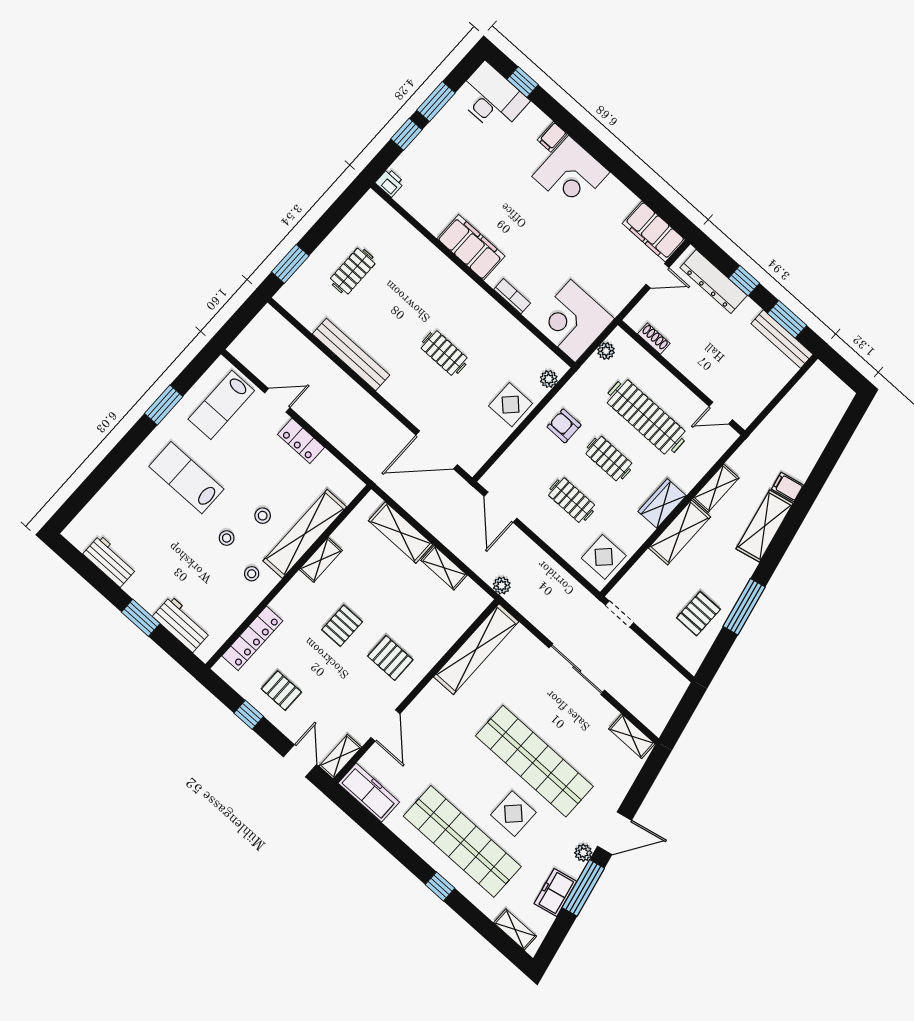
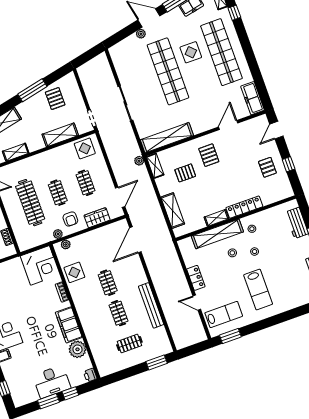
desk: (492, 98) -> (52, 382), moved, turned -90
plant: (434, 214) -> (77, 349), added
clothes rail: (398, 312) -> (119, 313), added
plant: (606, 351) -> (58, 234), moved
window: (164, 405) -> (230, 336), moved
display table: (511, 405) -> (74, 272), moved
door: (437, 450) -> (135, 240), swing flipped
wardrobe: (662, 504) -> (97, 218), moved, turned 180
shelving: (680, 532) -> (60, 135), moved
shelving: (444, 568) -> (155, 166), moved
pallet: (698, 614) -> (55, 99), turned 90
pallet: (342, 626) -> (185, 173), moved
locker: (252, 638) -> (244, 207), moved
shelving: (632, 736) -> (117, 58), removed
shelving: (340, 757) -> (257, 122), removed
plant: (583, 853) -> (141, 34), moved
window: (440, 886) -> (234, 13), moved

